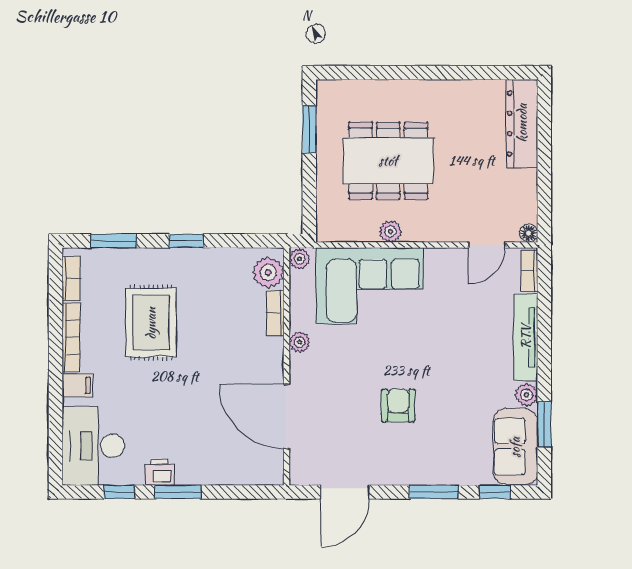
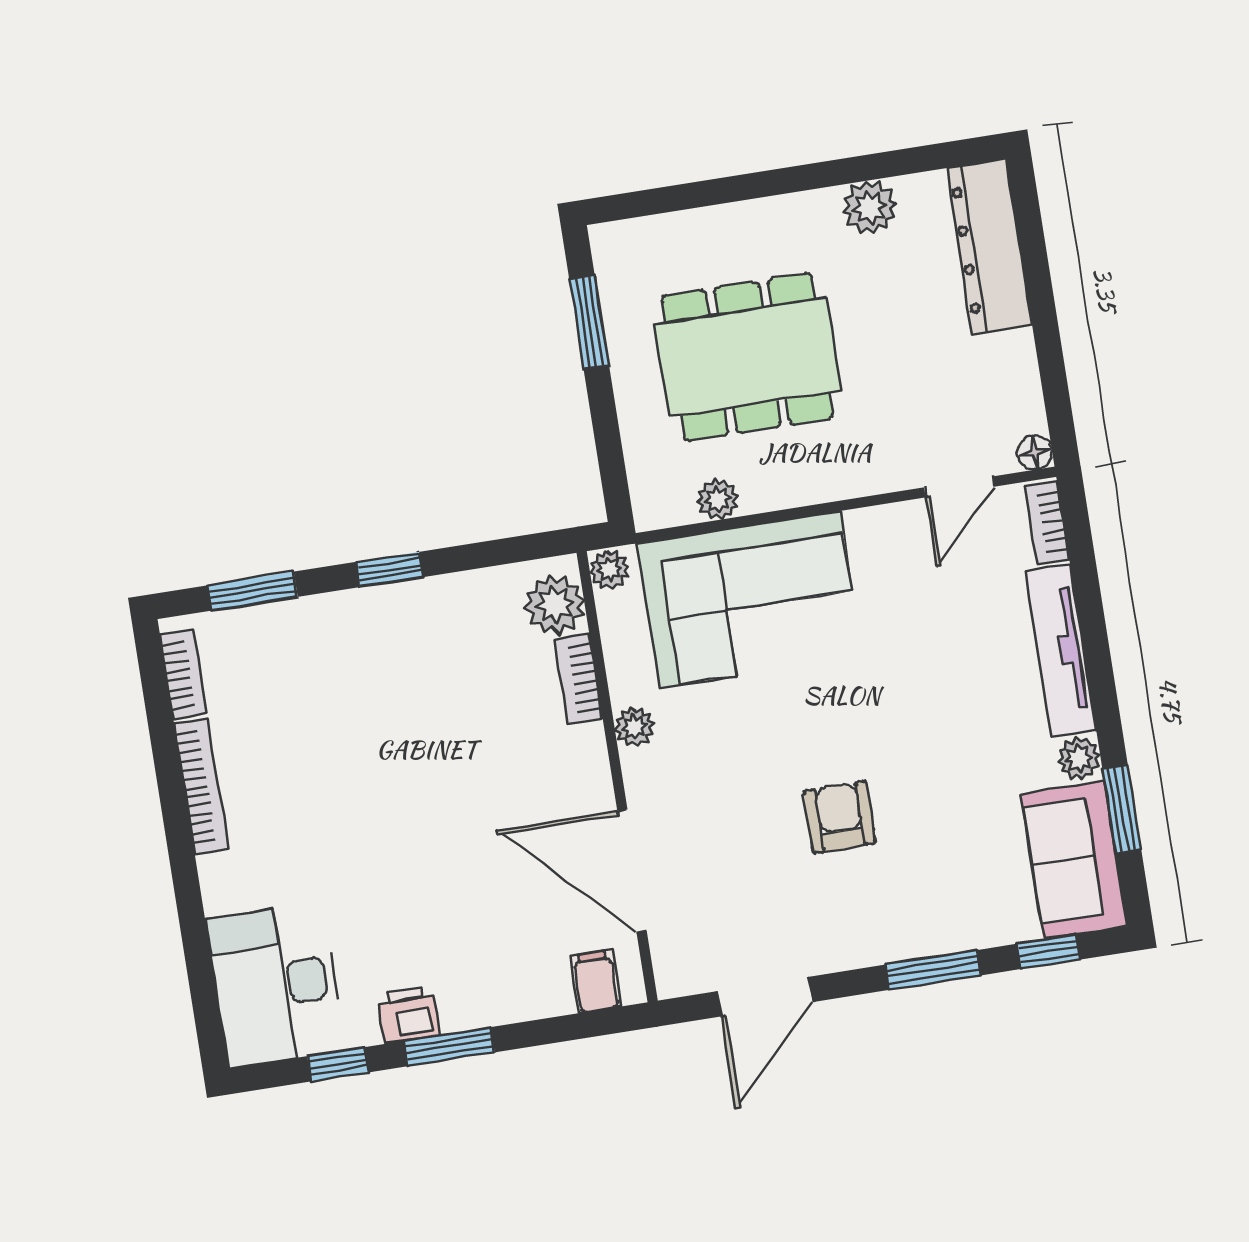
plant: (463, 93) -> (870, 207), added
plant: (391, 232) -> (718, 499), moved
rug: (151, 323) -> (348, 734), removed
filing cabinet: (77, 386) -> (596, 981), moved, turned -90

